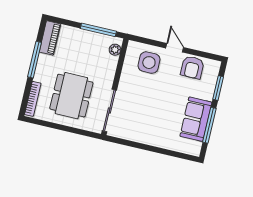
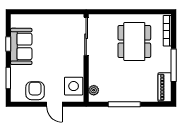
plant: (115, 50) -> (94, 90), moved
wall: (115, 87) -> (86, 58), moved
sliding door: (109, 111) -> (86, 36), moved
window: (209, 125) -> (8, 44), width x0.46

